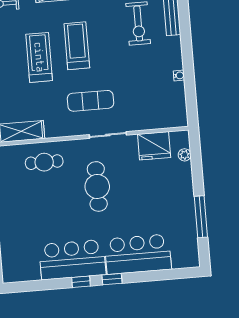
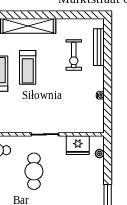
treadmill: (77, 46) -> (28, 67), turned 180
exercise mat: (90, 101) -> (34, 108), removed

